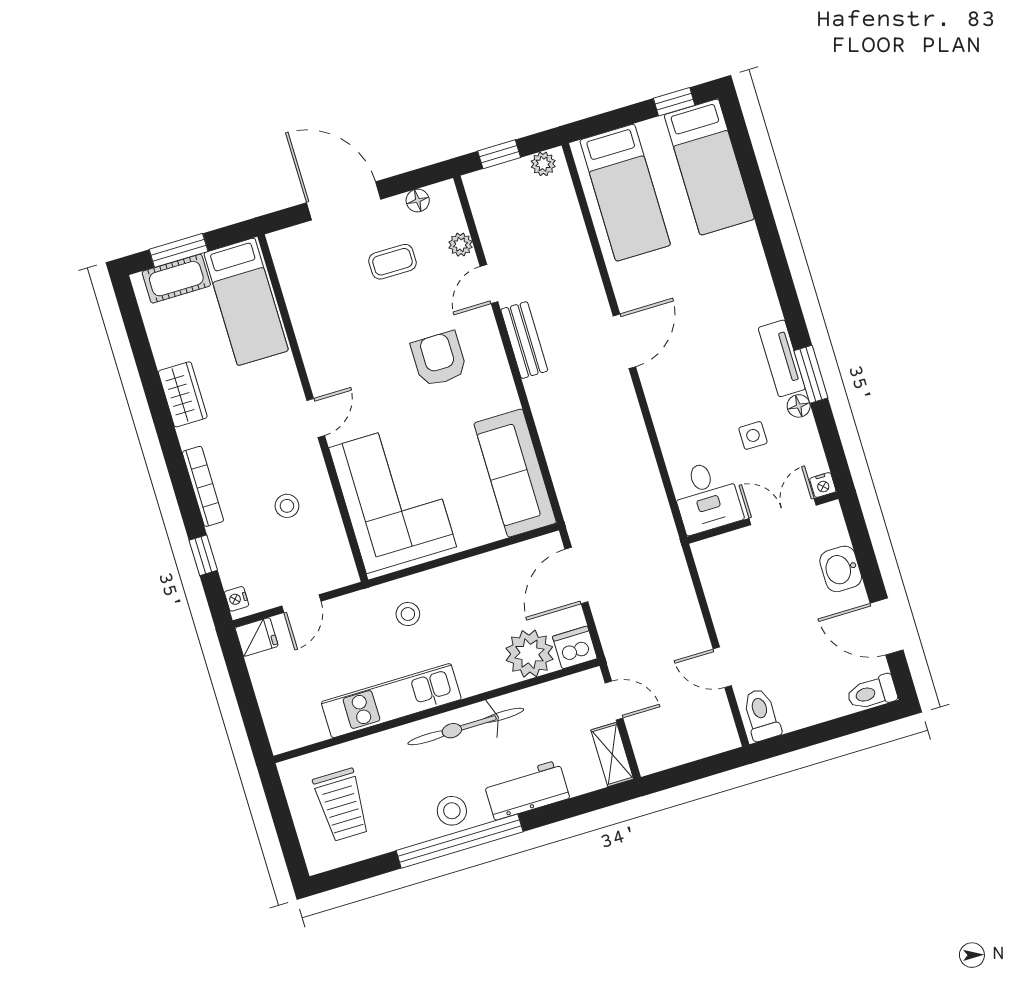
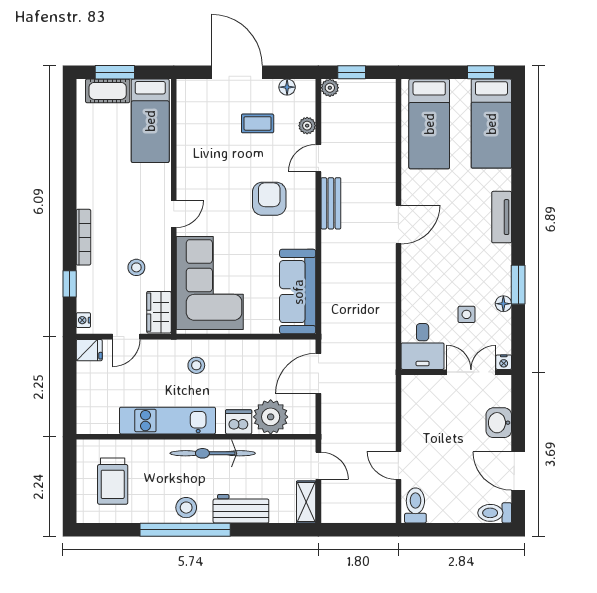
plant: (543, 164) -> (330, 88), moved
tv unit: (782, 358) -> (502, 217), moved
wardrobe: (183, 394) -> (159, 312), moved, turned 180
dishwasher: (575, 647) -> (239, 422), moved

